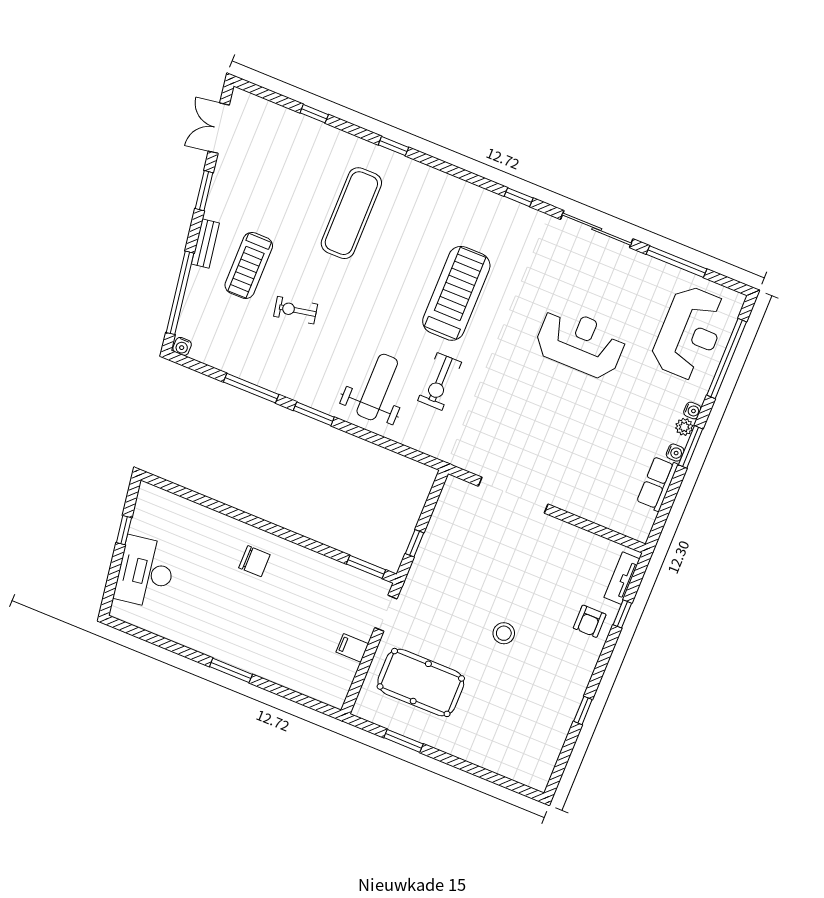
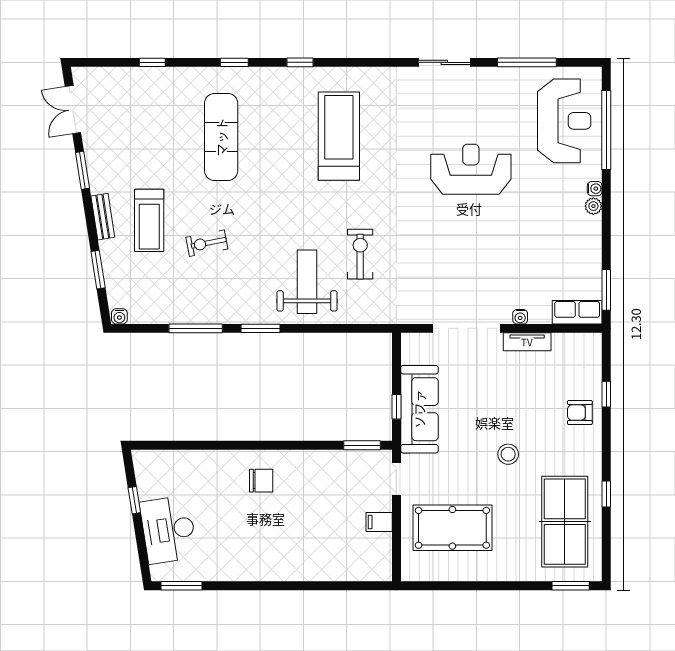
window: (519, 197) -> (300, 62), moved
sliding door: (597, 229) -> (444, 62), width x0.73
window: (180, 293) -> (98, 270), width x0.47
treadmill: (456, 293) -> (339, 136), moved
exercise bike: (440, 381) -> (360, 254), turned 180
window: (691, 447) -> (606, 290), moved
water cooler: (675, 453) -> (520, 317), moved, turned 90
row of seats: (657, 484) -> (577, 312), moved, turned 90
sofa: (436, 555) -> (419, 409), added
tv unit: (622, 578) -> (527, 342), moved, turned -90
armchair: (590, 621) -> (580, 413), turned 90
window: (231, 670) -> (182, 586), moved
table tennis table: (532, 721) -> (565, 522), added
window: (403, 741) -> (571, 586), moved

